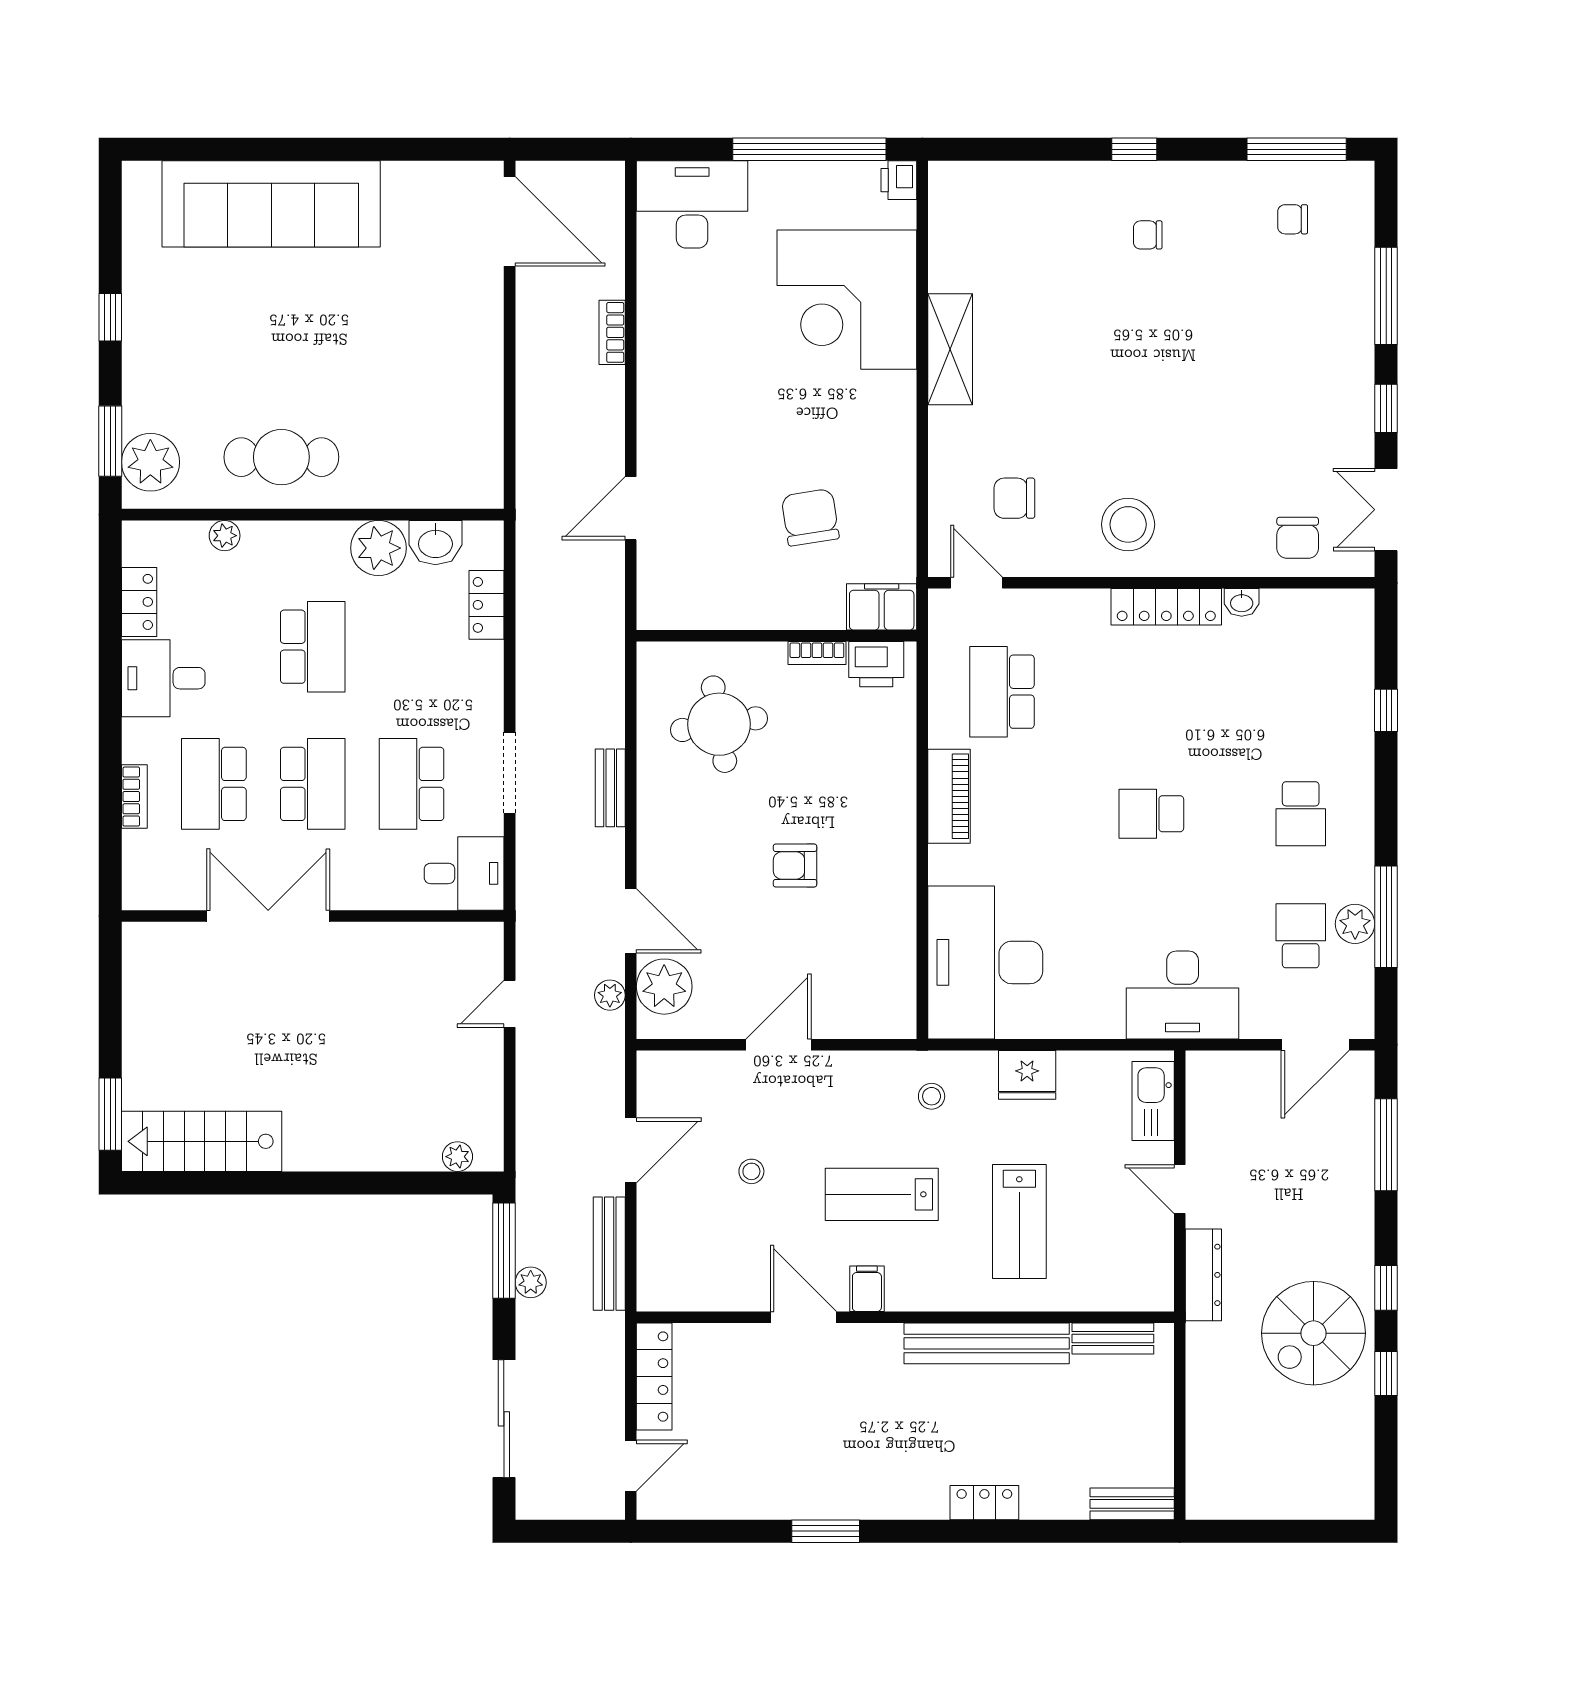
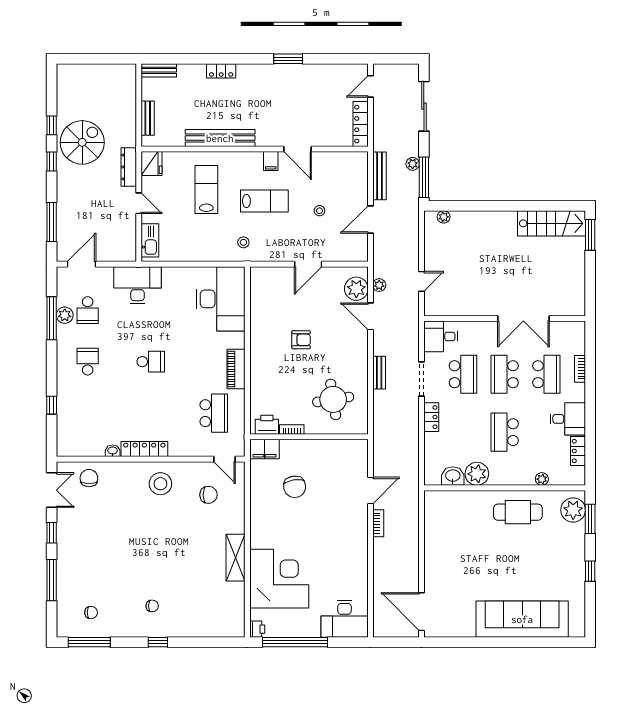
bookcase: (612, 332) -> (378, 523), moved
locker: (487, 605) -> (431, 417), moved
fridge: (1027, 1075) -> (151, 163), moved, turned 90
bench: (1113, 1339) -> (148, 118), moved, turned 90

